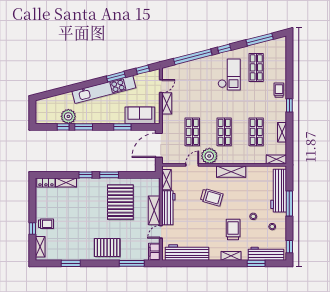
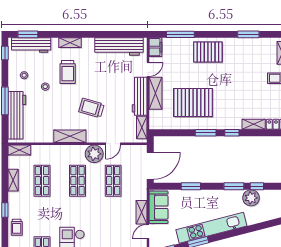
sofa: (140, 115) -> (158, 207), moved, turned -90
pallet: (120, 202) -> (193, 102), turned 90
window: (256, 263) -> (28, 34), moved

